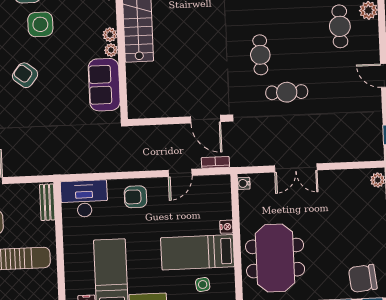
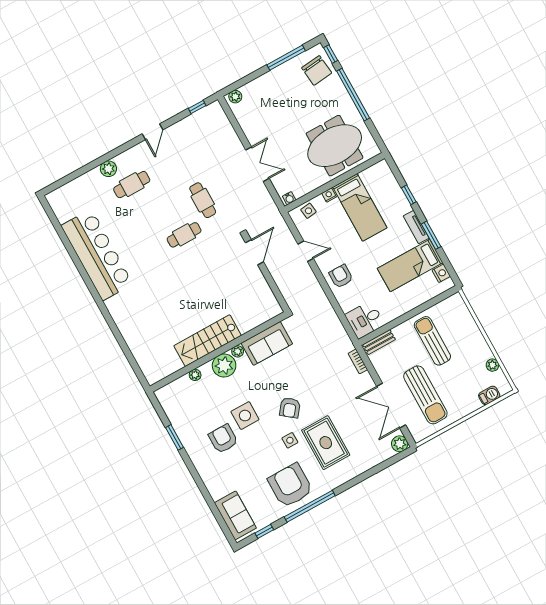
plant: (110, 35) -> (224, 366), width x1.87, depth x1.87
bookcase: (215, 162) -> (358, 361), moved
armchair: (136, 197) -> (341, 276), turned 180
desk: (84, 199) -> (365, 320), width x0.73
side table: (203, 284) -> (308, 211), moved

